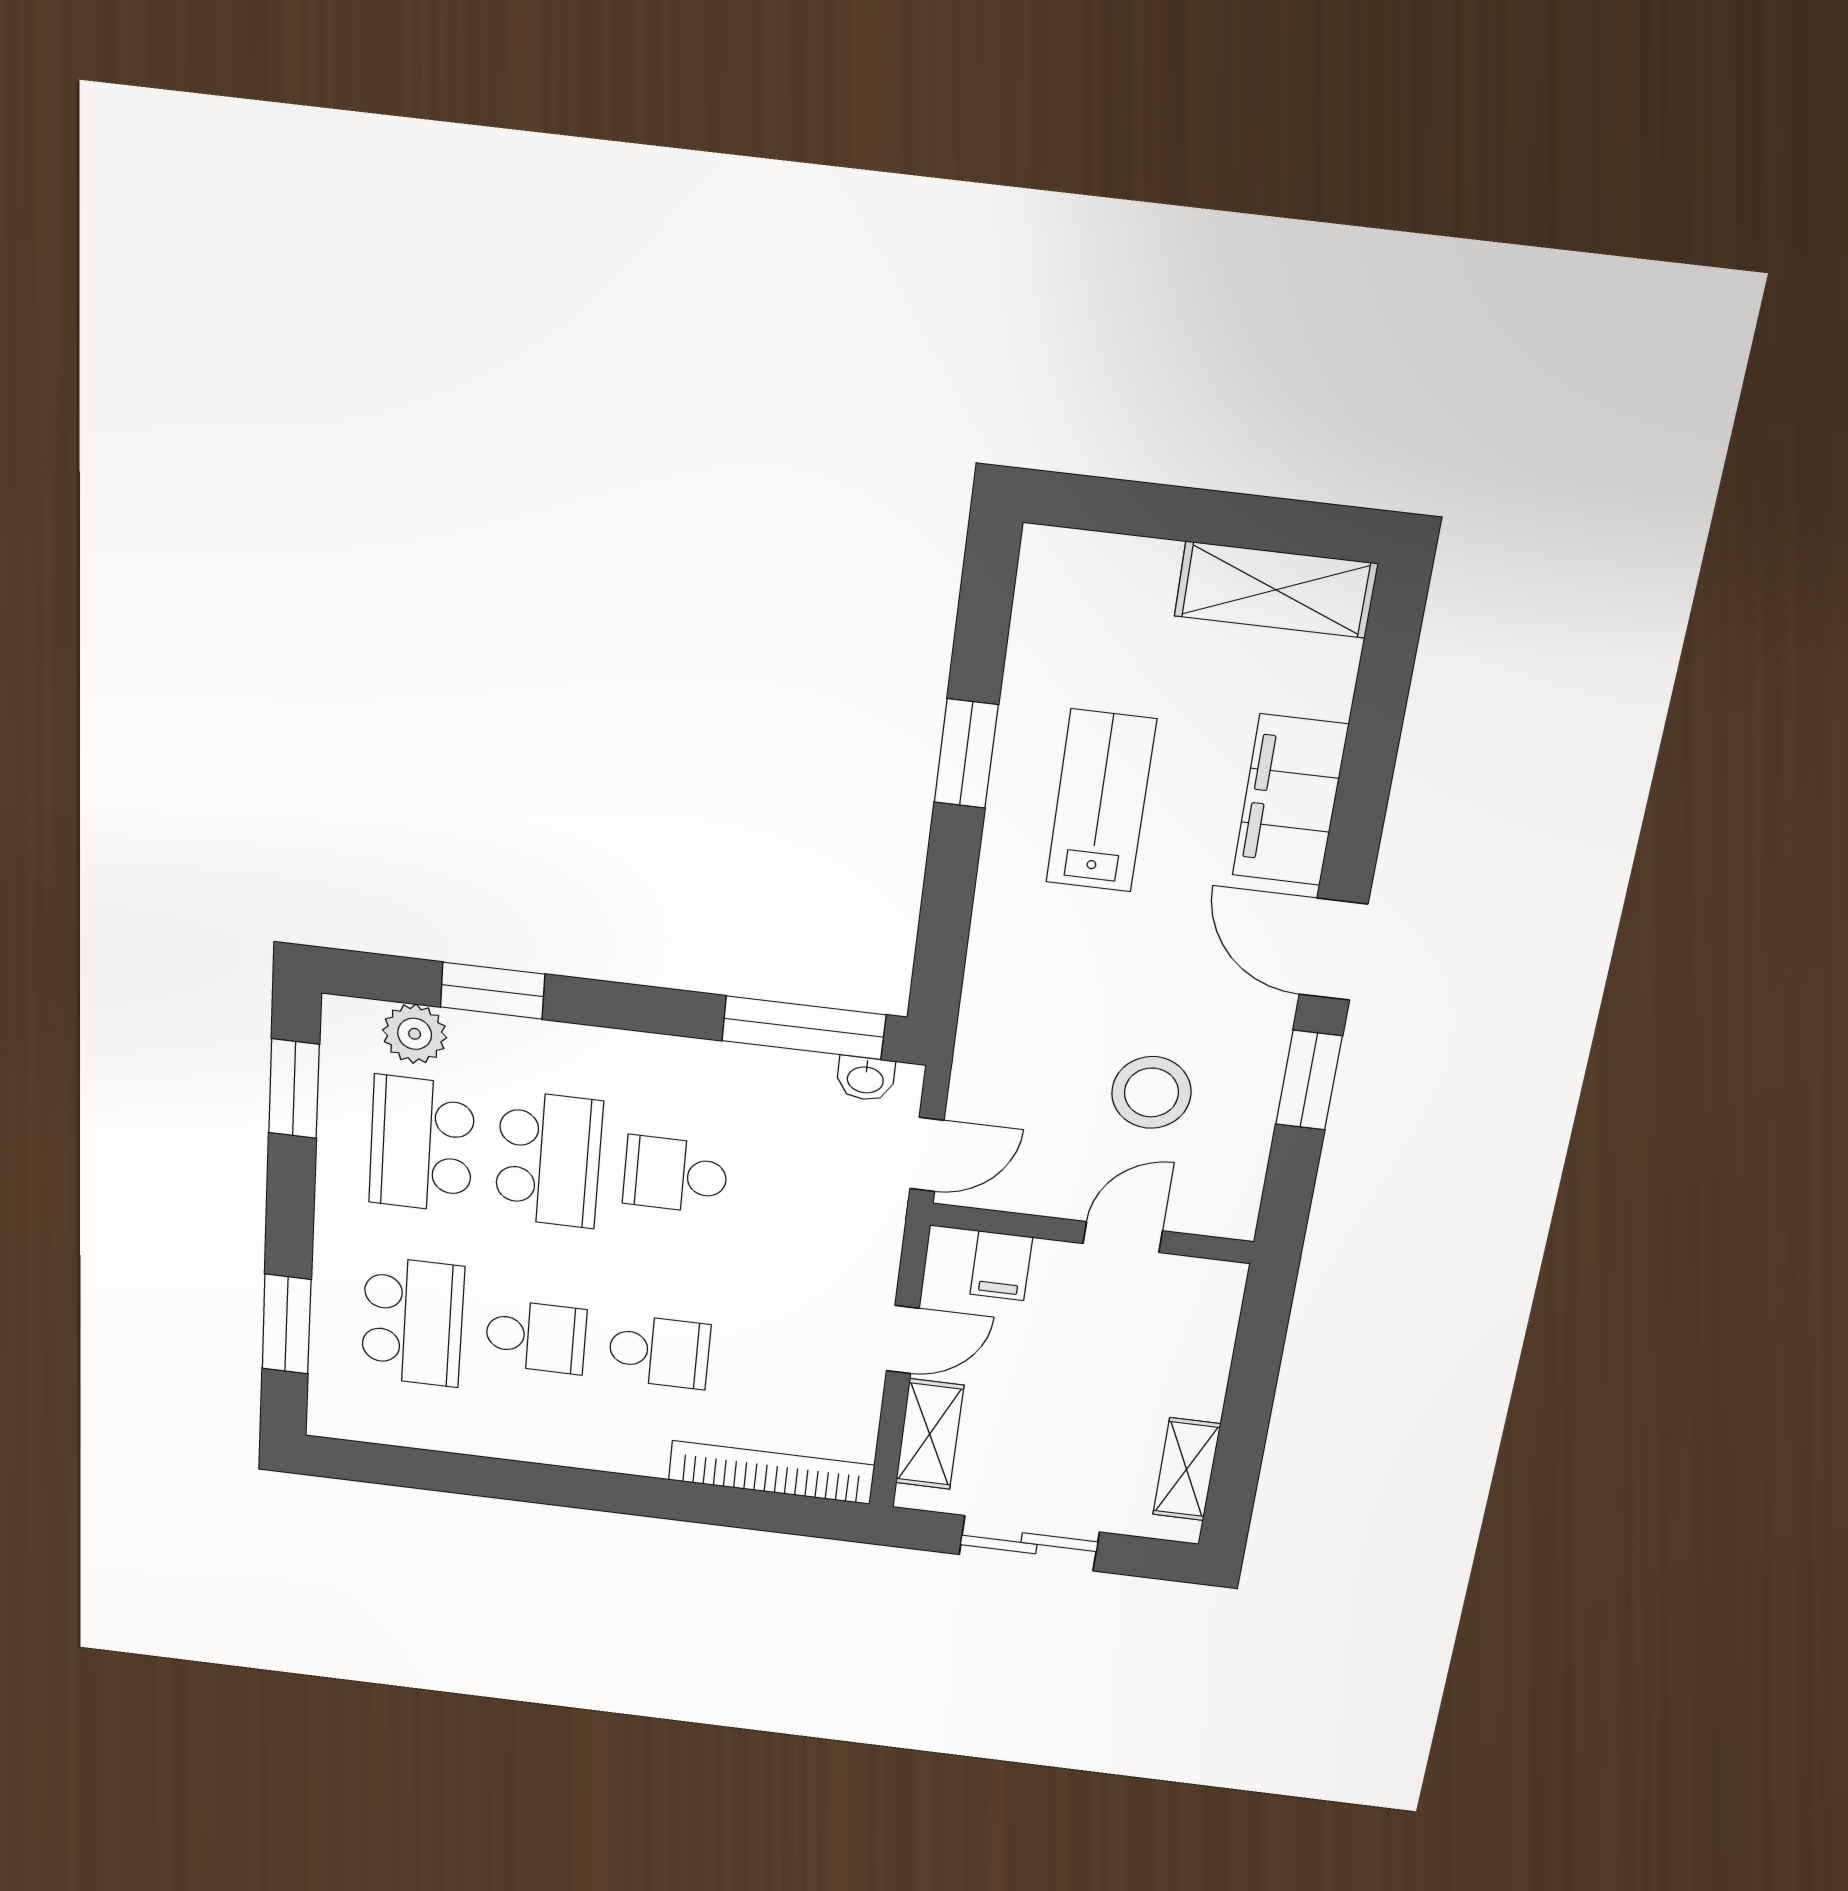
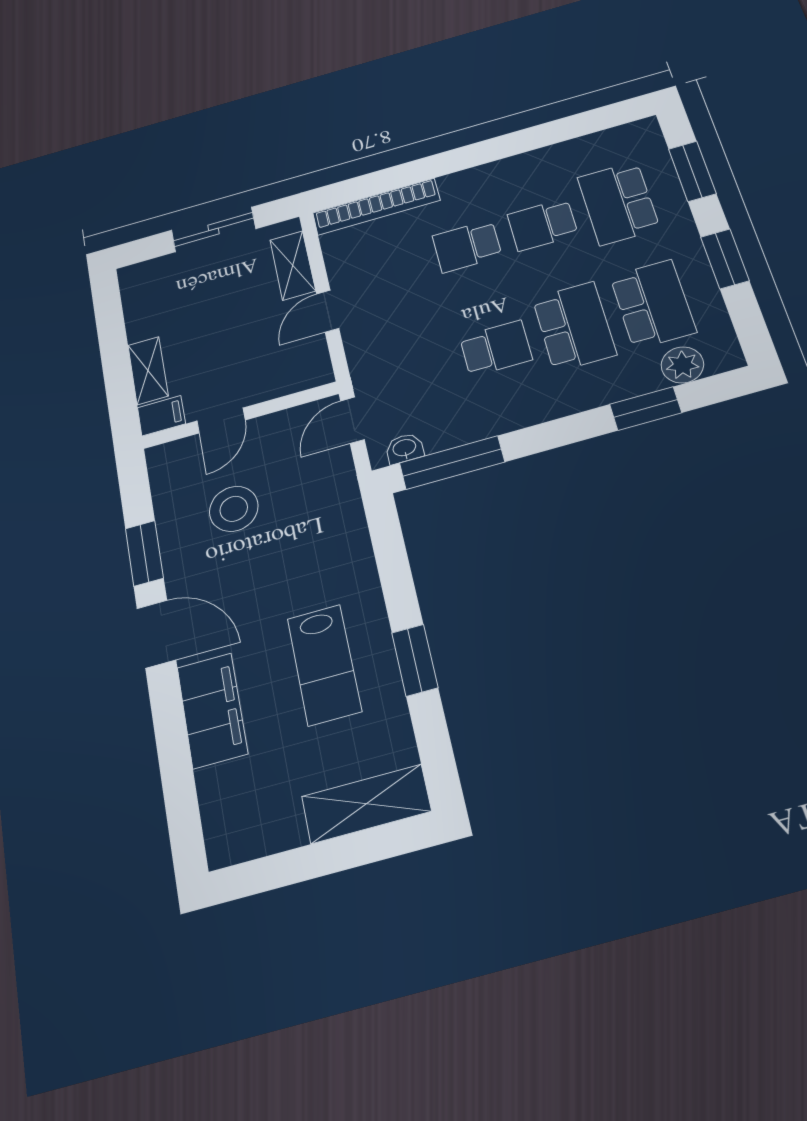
shelving: (1276, 590) -> (366, 804), moved
window: (294, 1089) -> (725, 259), moved
school desk: (549, 1160) -> (574, 326), turned 180
filing cabinet: (1001, 1266) -> (161, 416), moved, turned 90
shelving: (1187, 1469) -> (148, 371), moved

